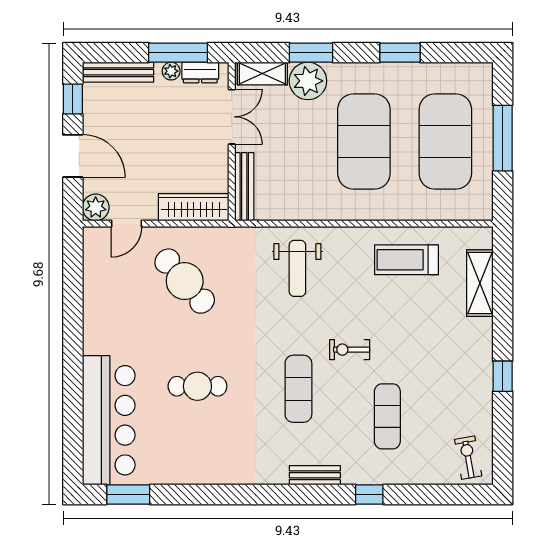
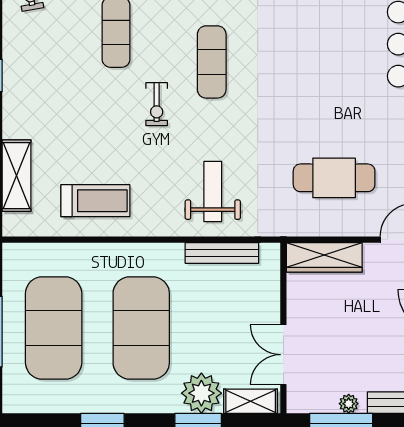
dresser: (200, 73) -> (317, 402), removed
bench: (244, 187) -> (222, 253), moved, turned 90
cafe table: (185, 281) -> (334, 178), turned -49
exercise bike: (350, 350) -> (157, 104), turned 90
cafe table: (197, 386) -> (320, 65), removed

